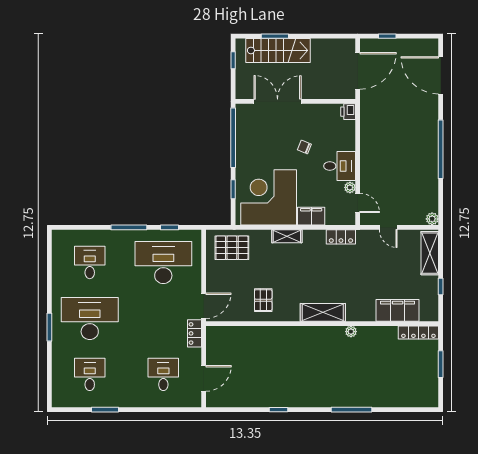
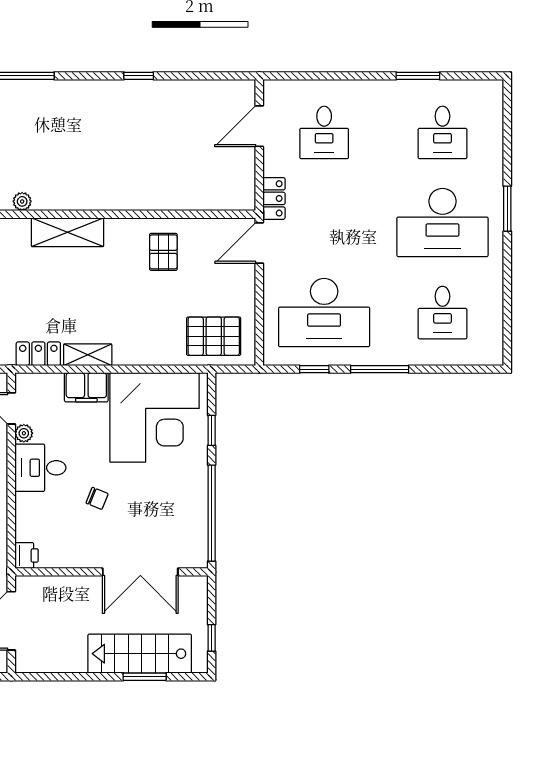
shelving: (287, 236) -> (88, 355), moved

